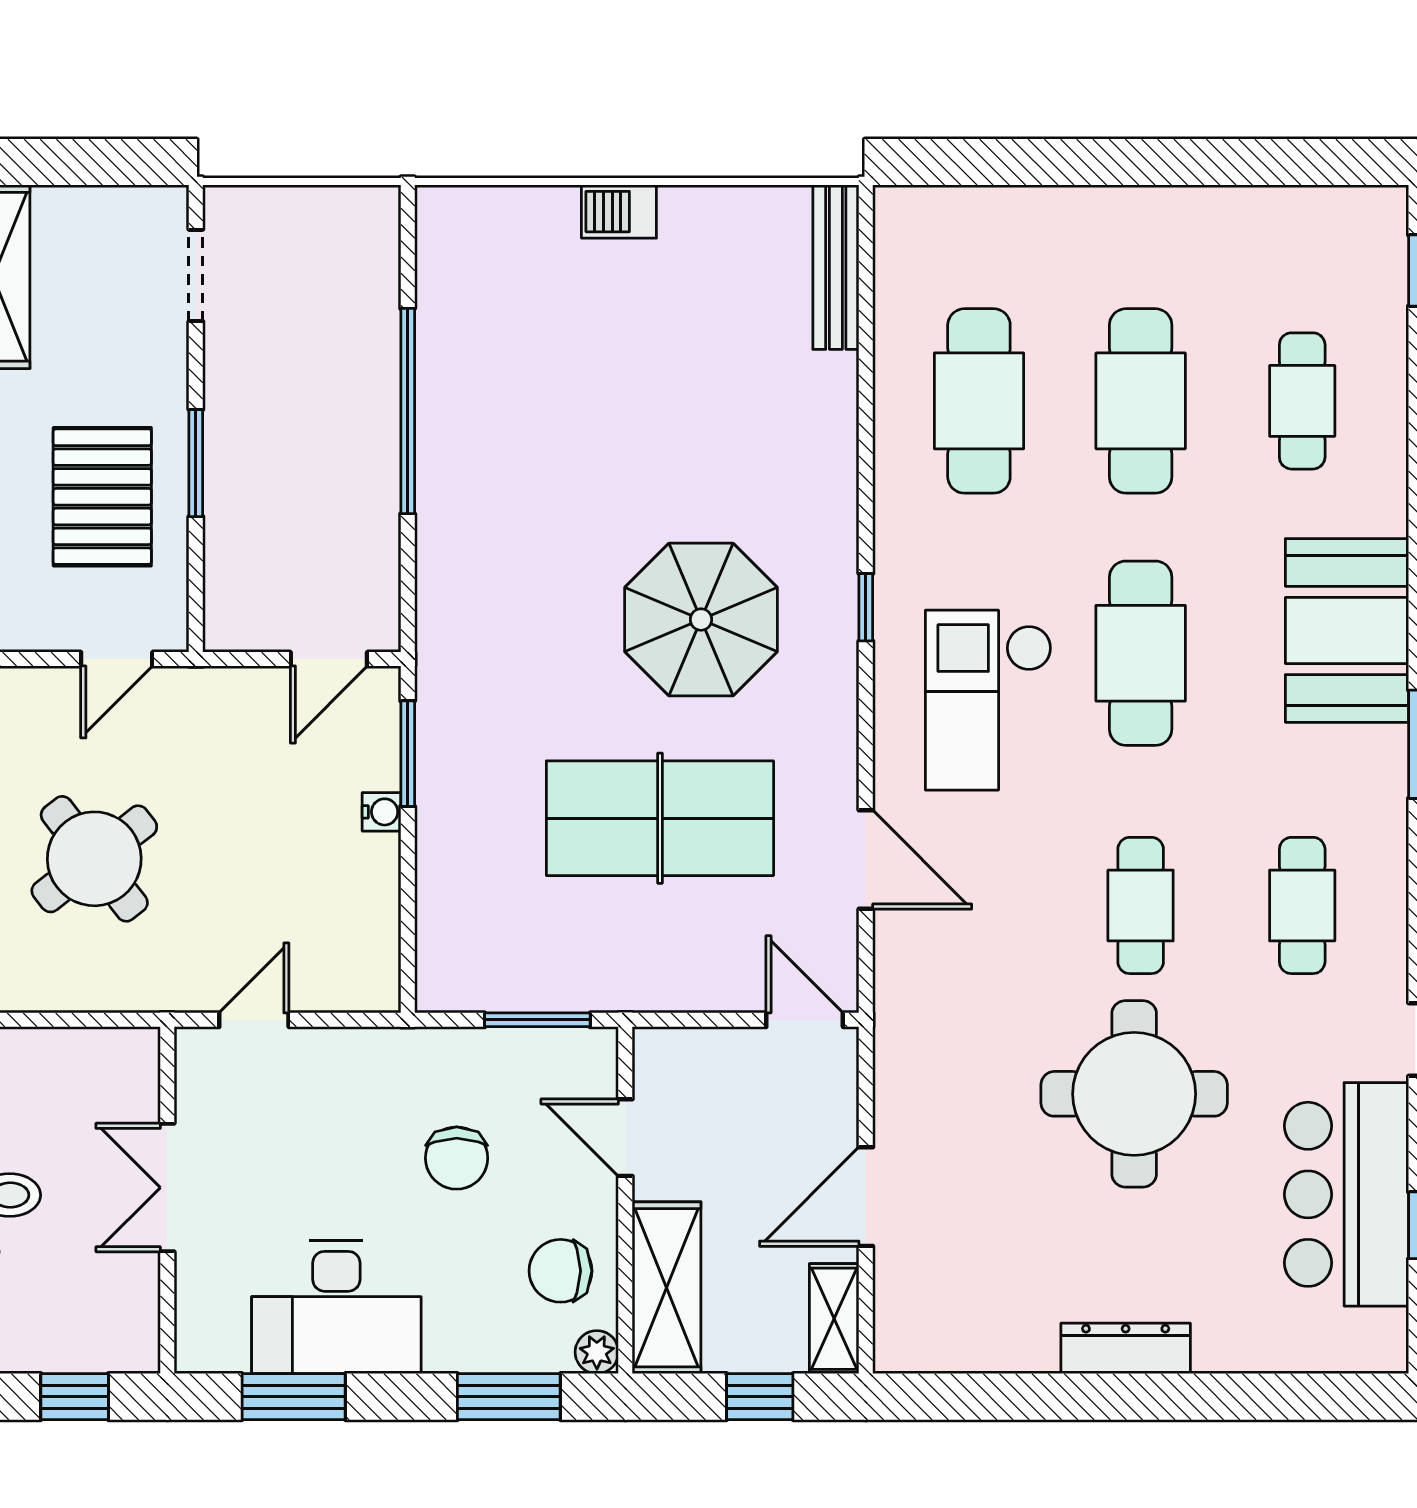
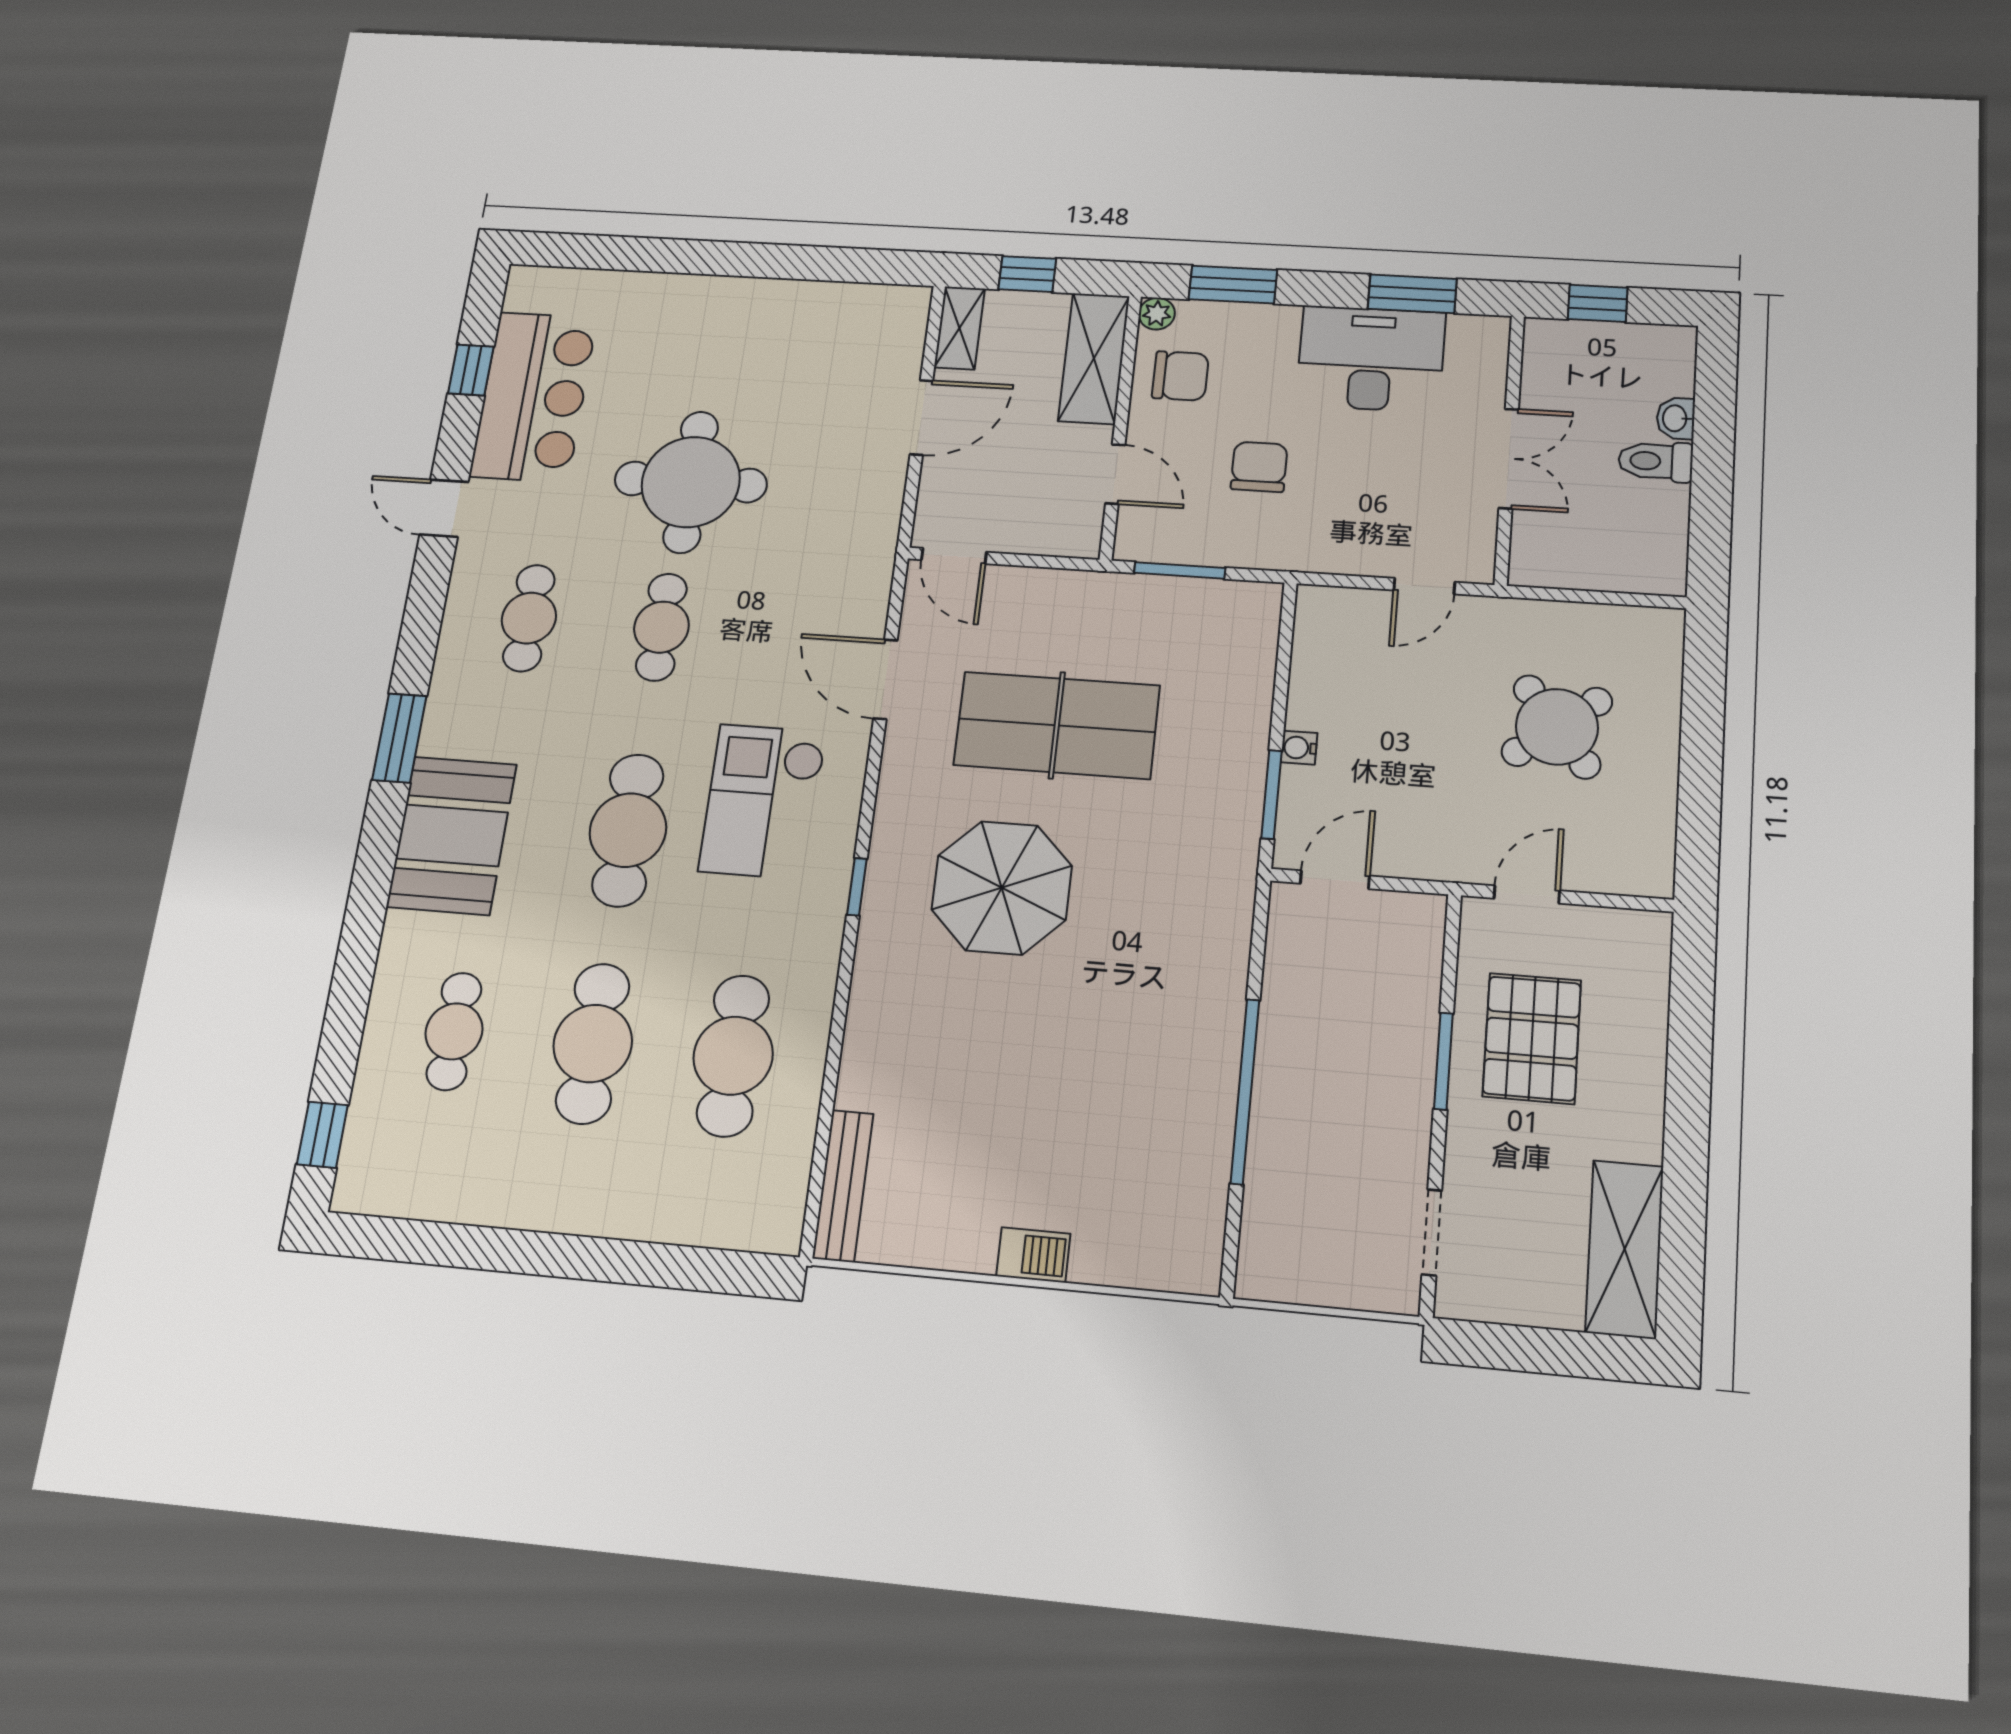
checkout: (988, 700) -> (763, 801), turned 180
dresser: (1126, 1348) -> (728, 294), removed

